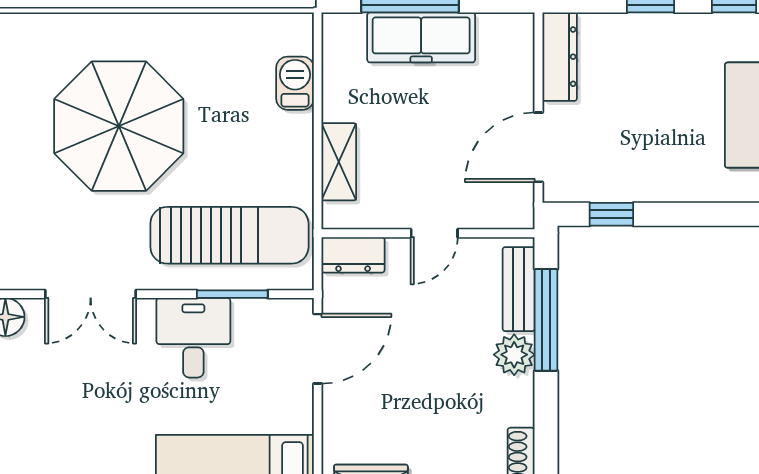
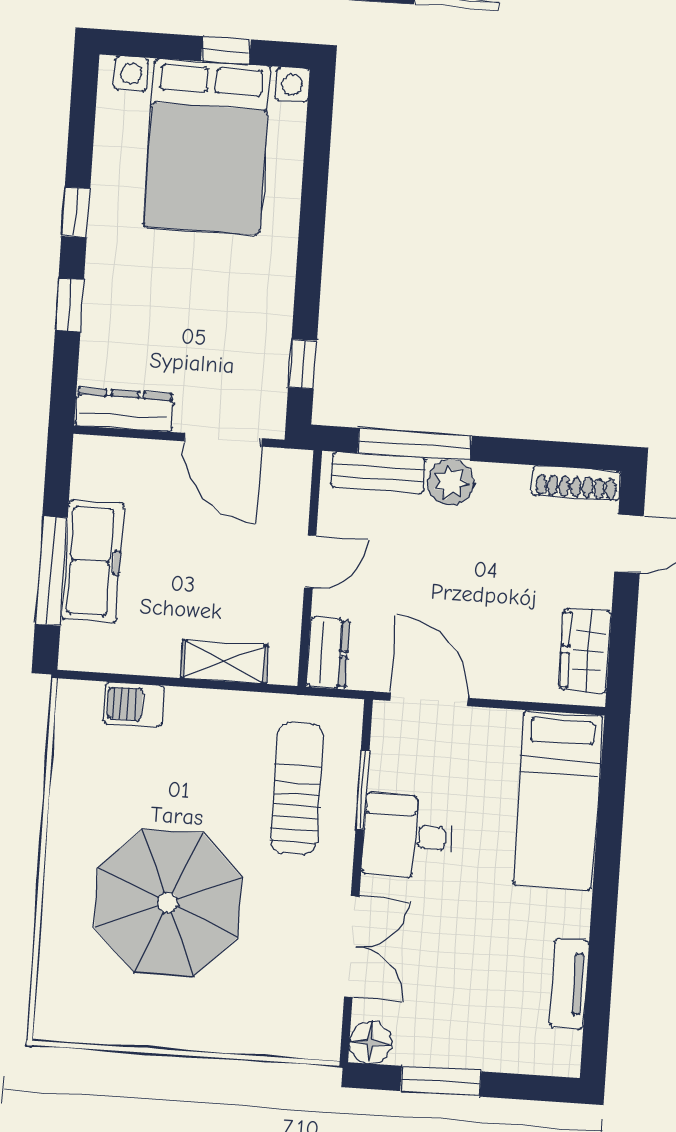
door: (434, 233) -> (310, 562), hinge flipped
sun lounger: (229, 235) -> (297, 788), width x0.73, depth x0.75

